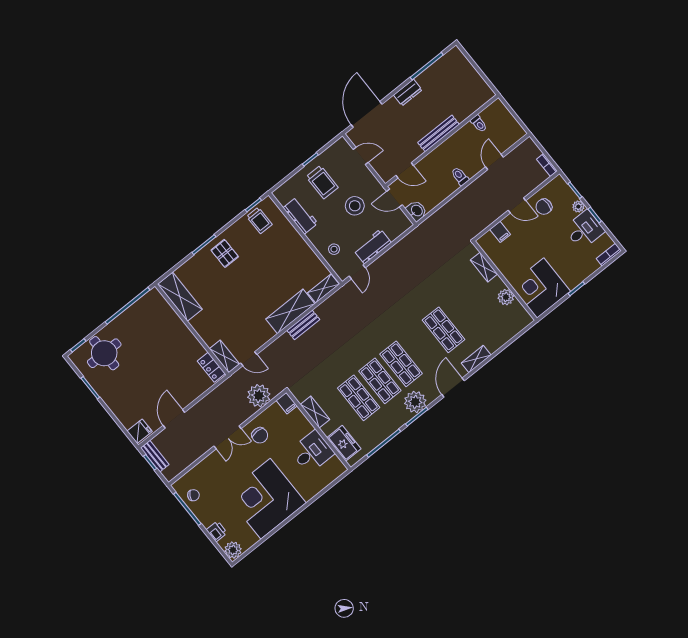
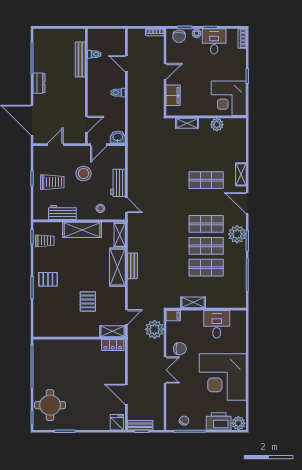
bench: (439, 133) -> (80, 59), moved
chair: (544, 207) -> (179, 36), moved
filing cabinet: (500, 232) -> (173, 95), width x2.00
shelving: (180, 297) -> (82, 230), moved
pallet: (234, 309) -> (88, 301), added
freezer: (344, 443) -> (227, 300), removed
printer: (217, 531) -> (219, 421), width x1.87, depth x1.48

